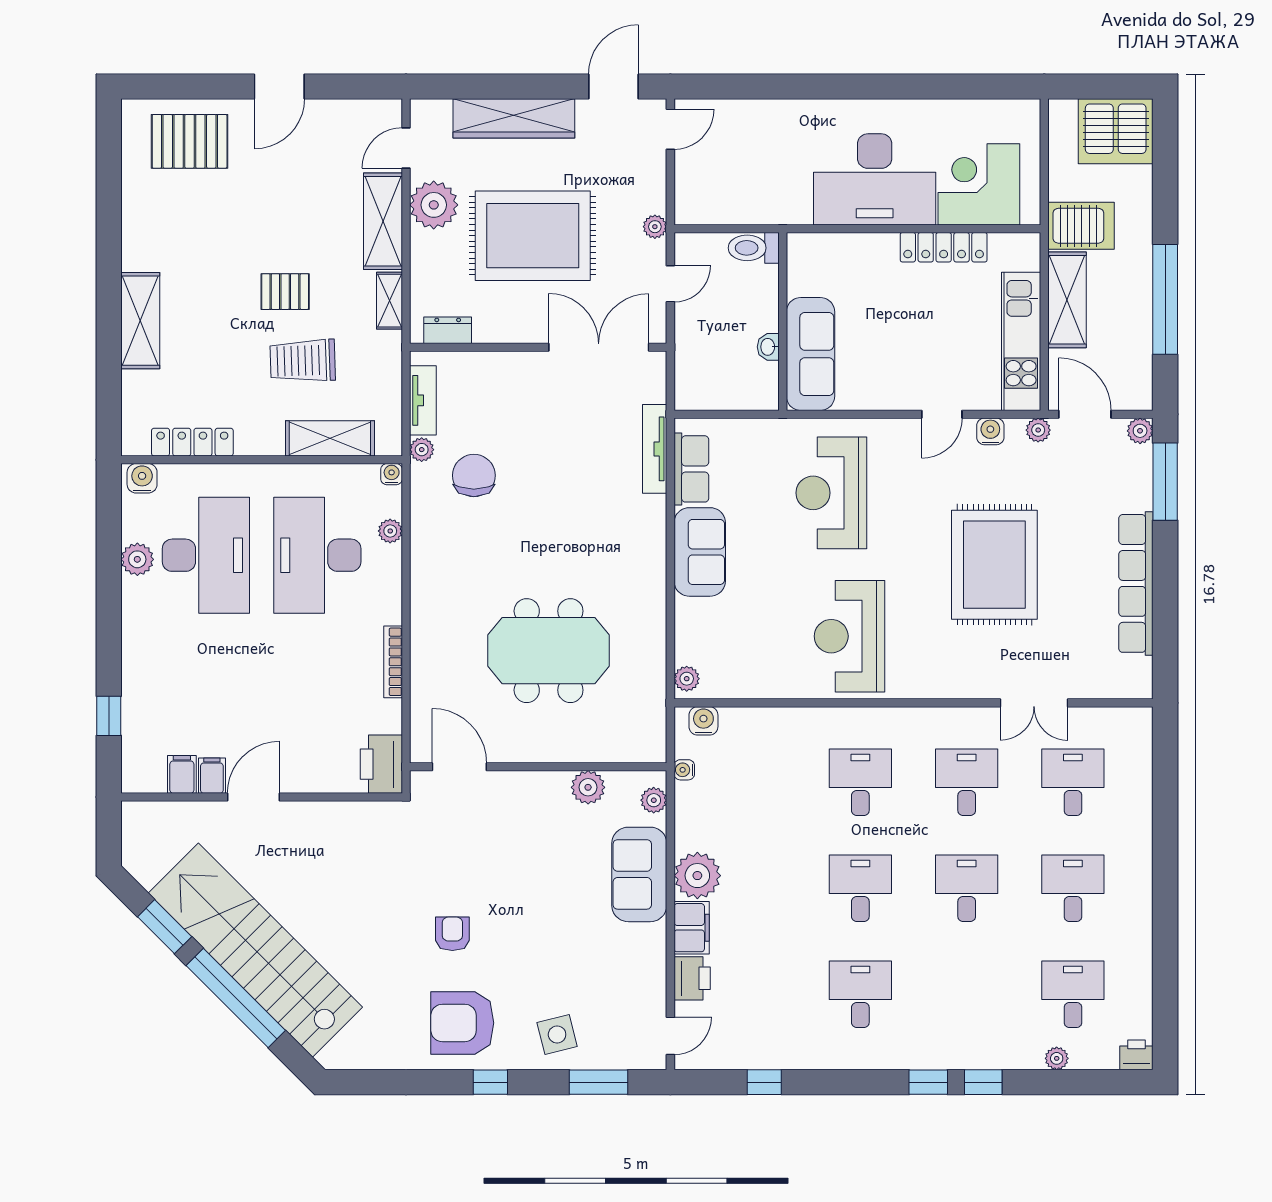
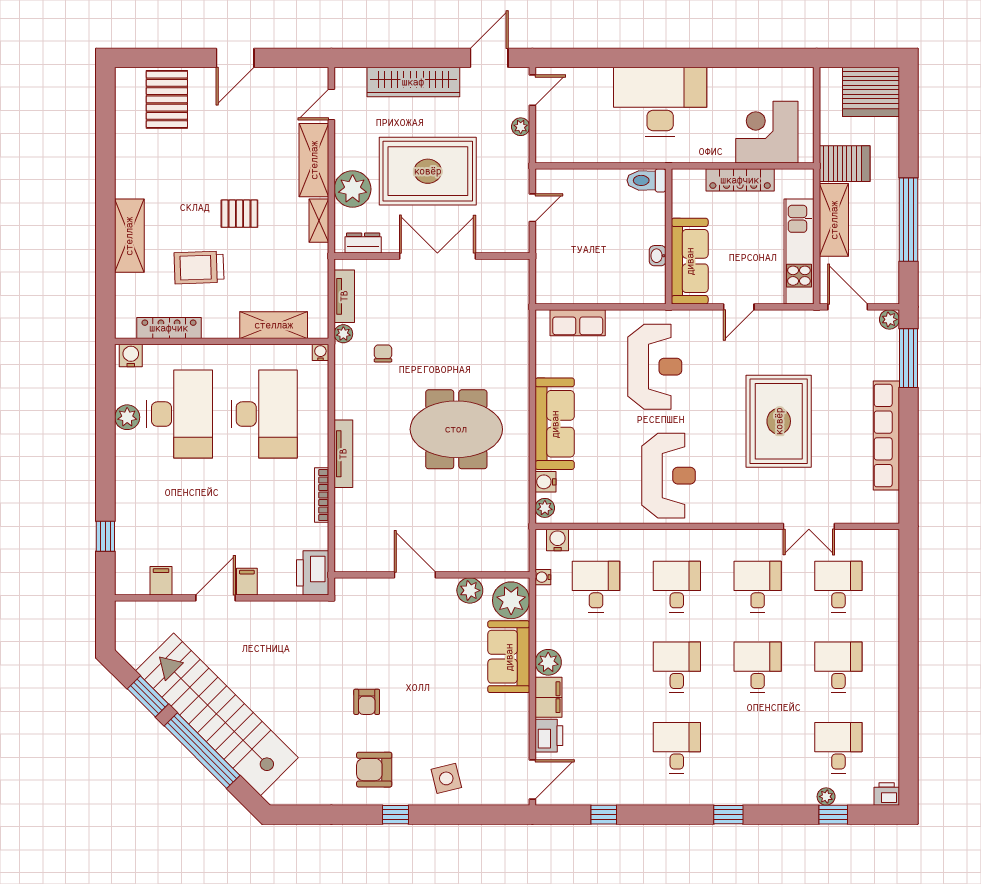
pallet: (190, 141) -> (167, 99), turned 90
desk: (875, 179) -> (660, 102), moved, turned 180
plant: (434, 205) -> (353, 189), moved
plant: (655, 227) -> (521, 127), moved
toilet: (754, 248) -> (647, 180), moved
wall: (783, 321) -> (669, 236), moved
double door: (599, 347) -> (437, 256), moved
washbasin: (768, 347) -> (658, 256), moved
sofa: (811, 354) -> (690, 261), moved
trolley: (303, 361) -> (199, 267), moved
plant: (1038, 430) -> (812, 319), removed
water cooler: (990, 431) -> (546, 482), moved, turned -90
tv unit: (655, 449) -> (343, 454), moved, turned 180
row of seats: (691, 469) -> (578, 323), moved, turned 90
chair: (474, 475) -> (383, 353), width x0.54, depth x0.54
reception desk: (831, 493) -> (655, 367), turned 180
plant: (390, 531) -> (319, 396), removed
sofa: (700, 552) -> (555, 424), width x1.36
desk: (317, 555) -> (264, 414), turned 180
reception desk: (849, 636) -> (669, 476), turned 180
meeting table: (549, 651) -> (456, 429), moved
door: (459, 767) -> (415, 575), moved
filing cabinet: (212, 776) -> (247, 582), moved
desk: (754, 782) -> (596, 587), added
plant: (654, 800) -> (511, 600), width x1.88, depth x1.88
plant: (697, 876) -> (548, 662), width x0.73, depth x0.73
armchair: (452, 934) -> (367, 702), turned 180
armchair: (462, 1023) -> (374, 770), width x0.73, depth x0.73
door: (670, 1036) -> (532, 779), width x1.37
window: (598, 1082) -> (478, 815), removed
window: (983, 1082) -> (833, 815), moved

